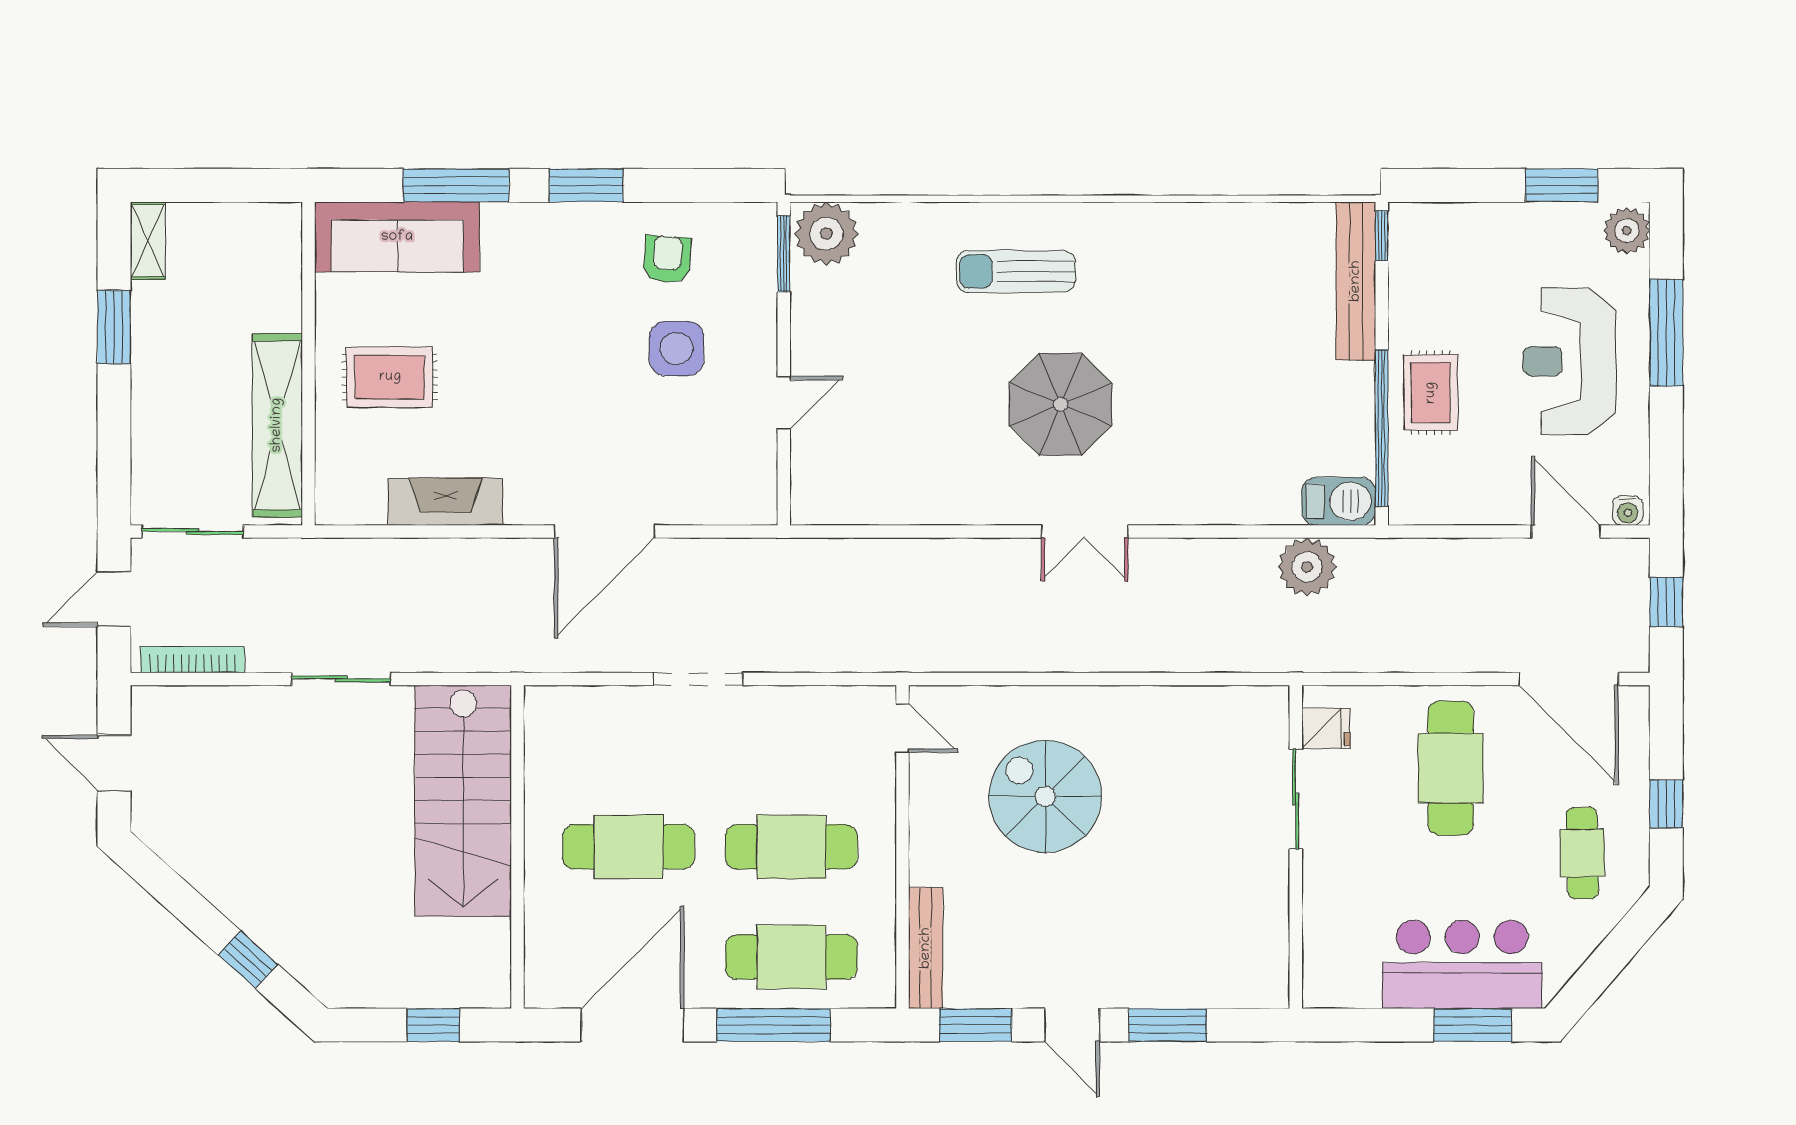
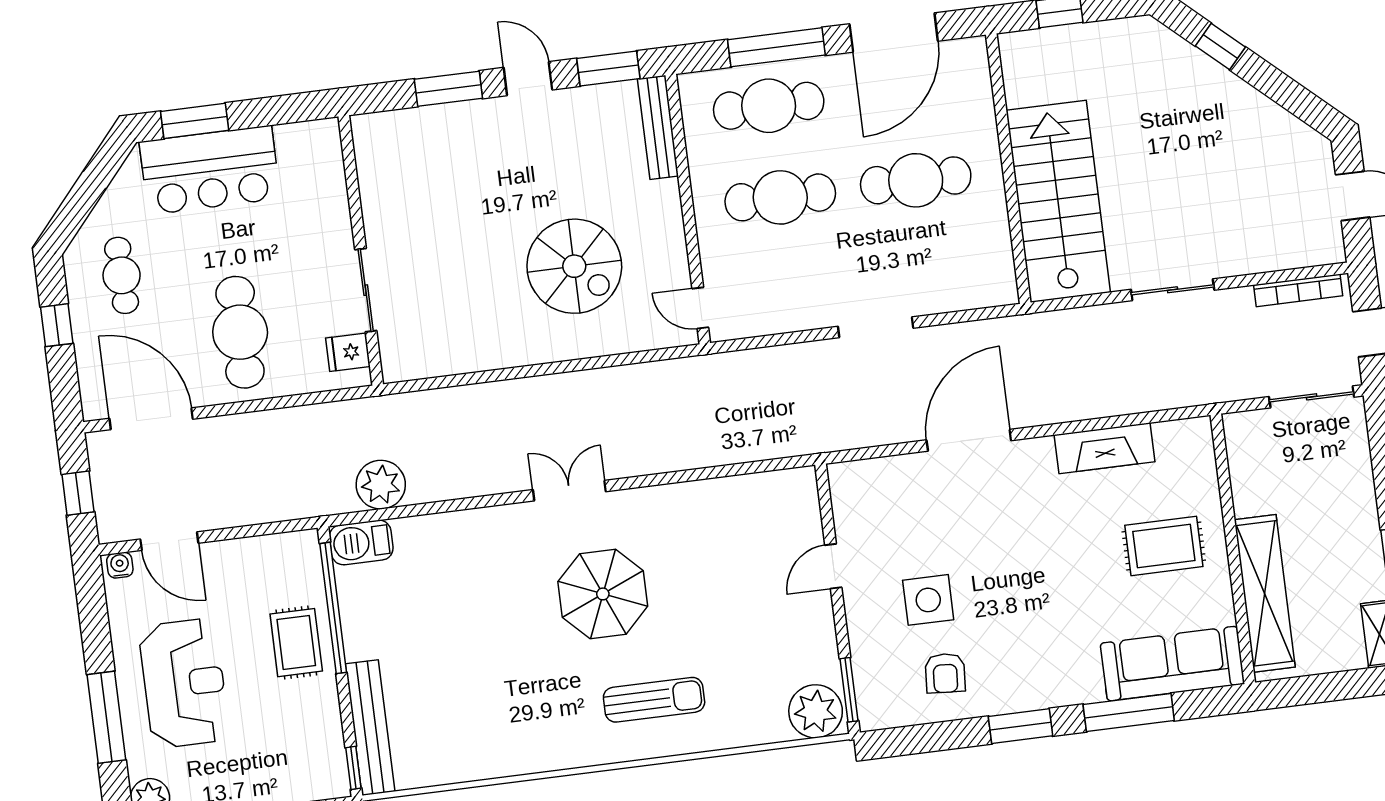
shelving: (277, 425) -> (1265, 593), moved

